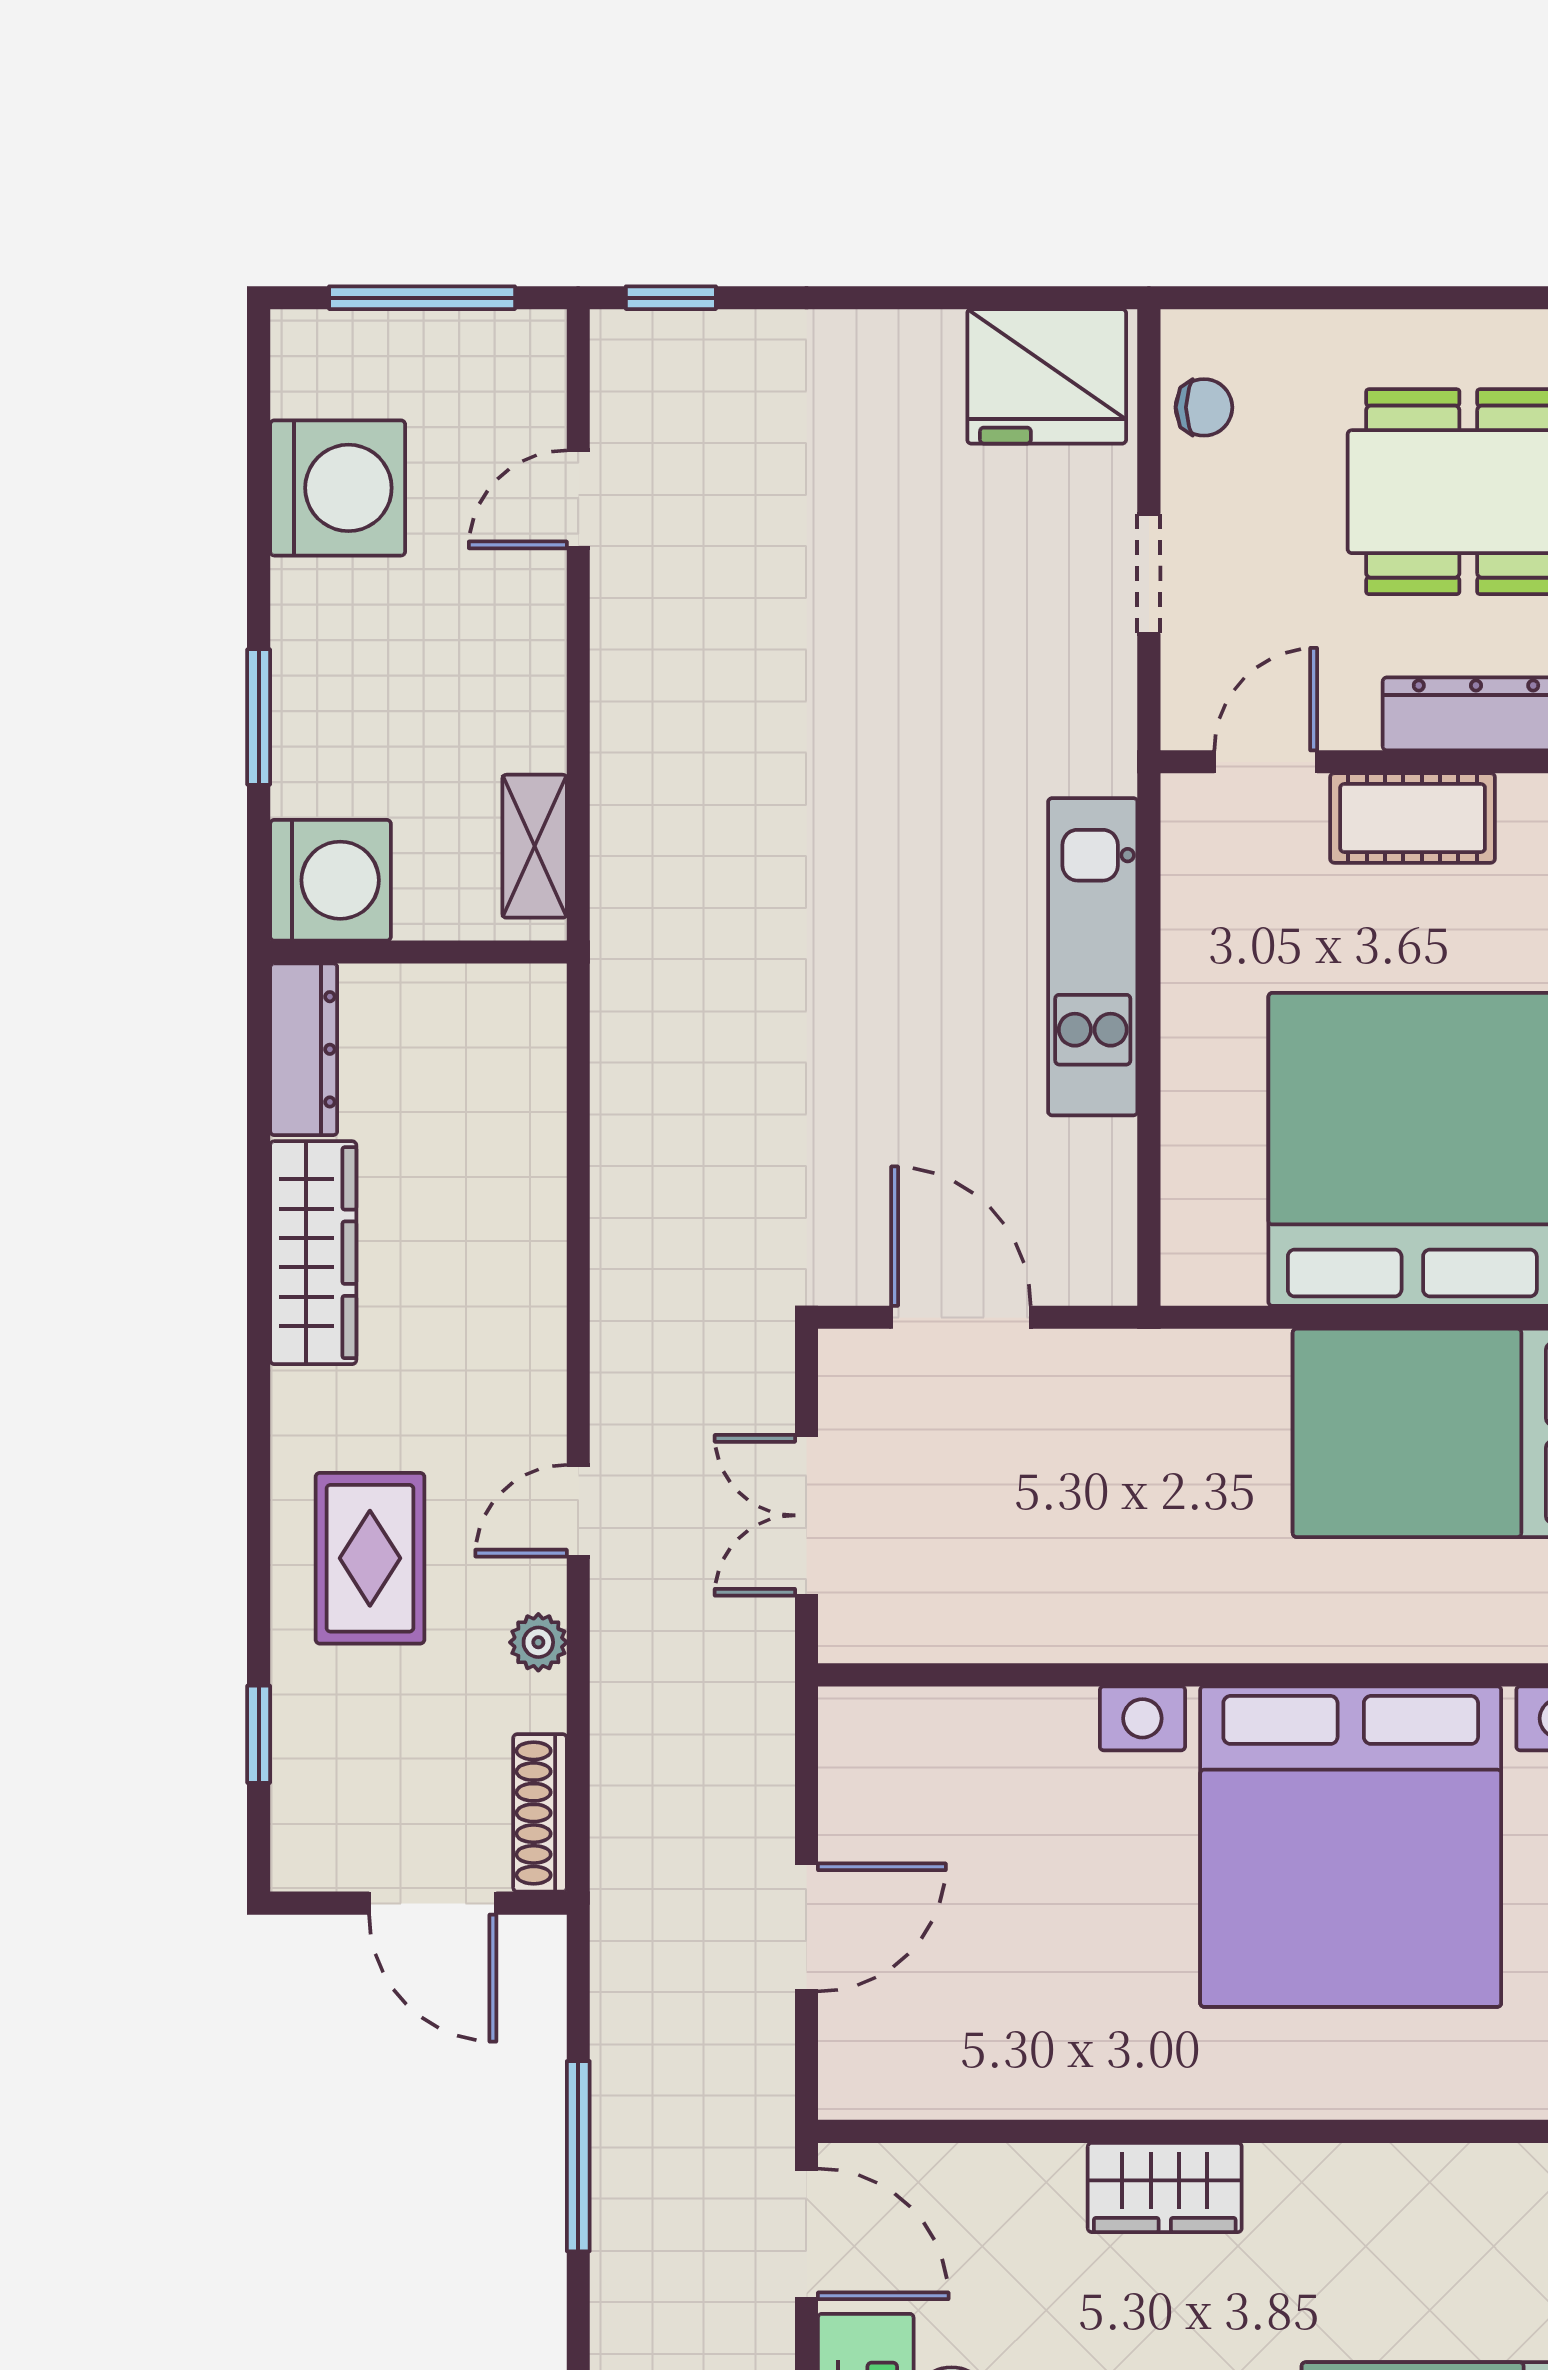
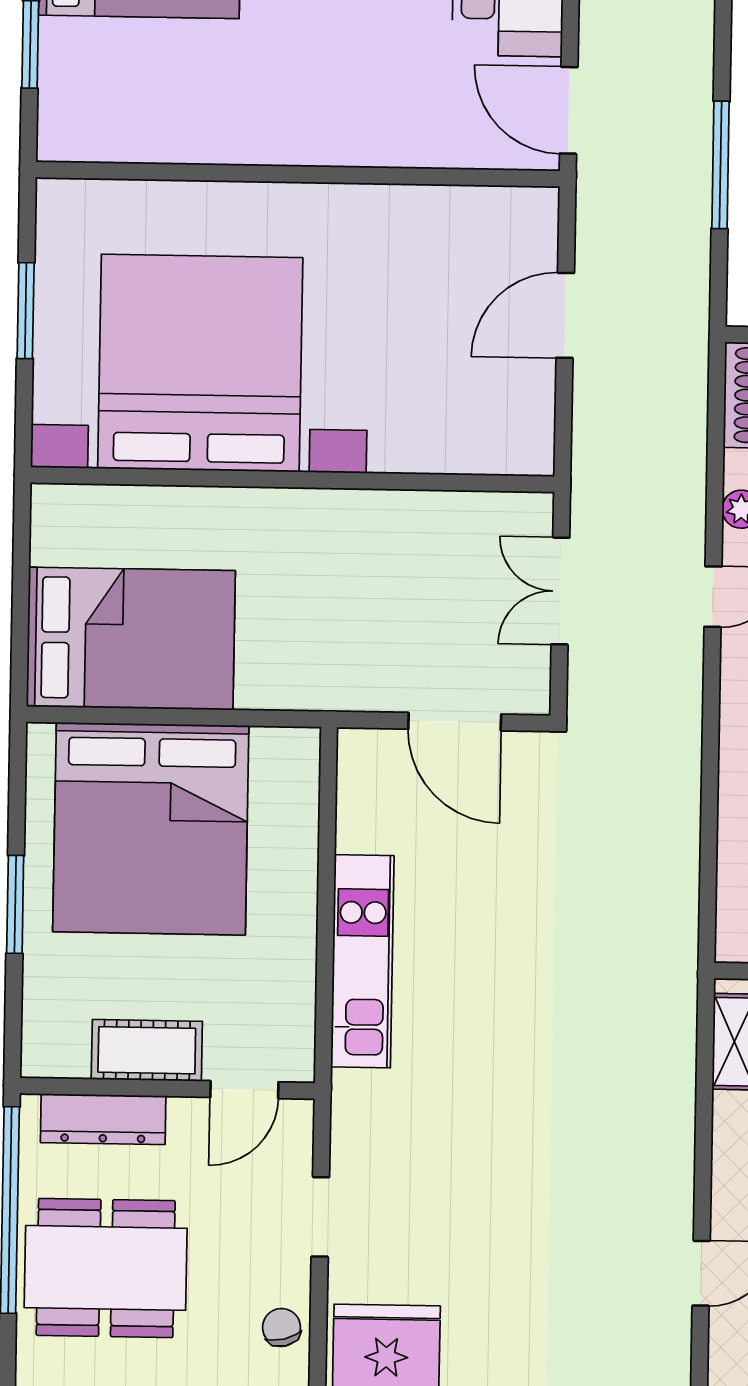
chair: (1204, 407) -> (282, 1327), turned 76
double door: (806, 1515) -> (560, 591), swing flipped
wardrobe: (1165, 2187) -> (329, 137), removed

